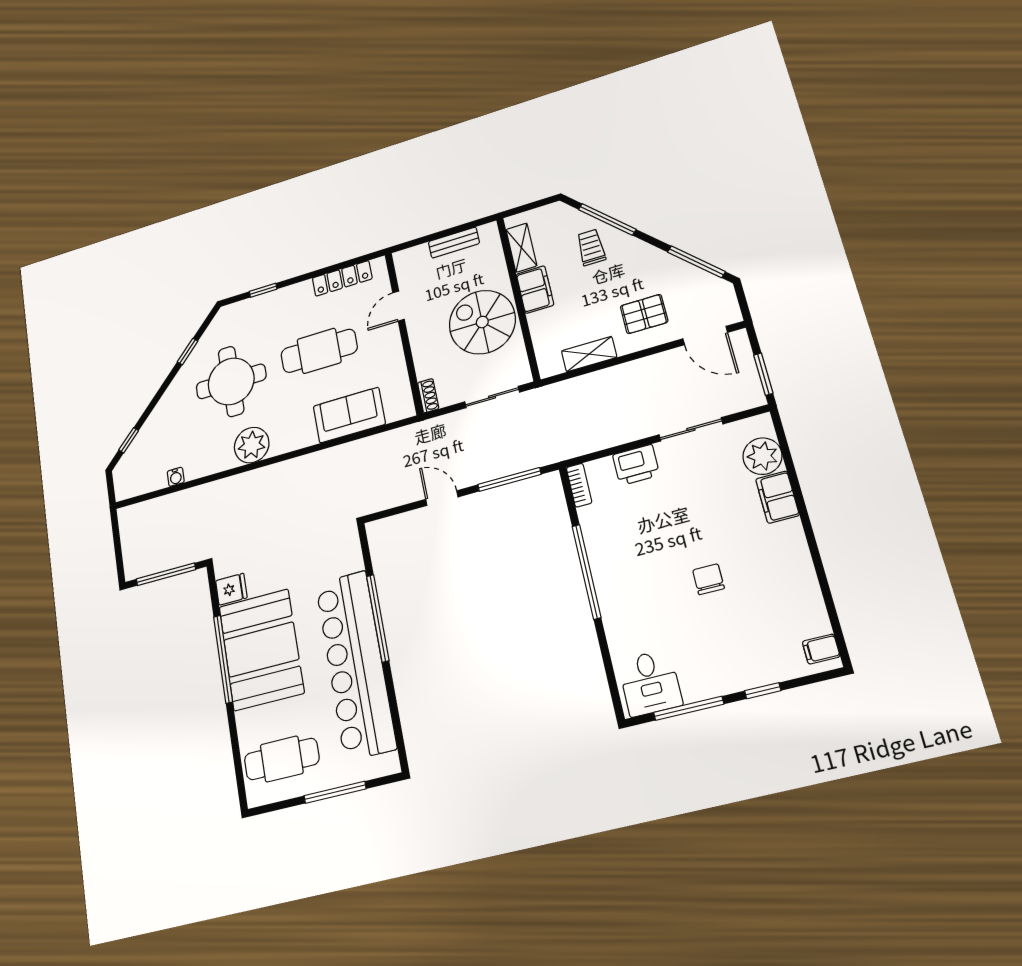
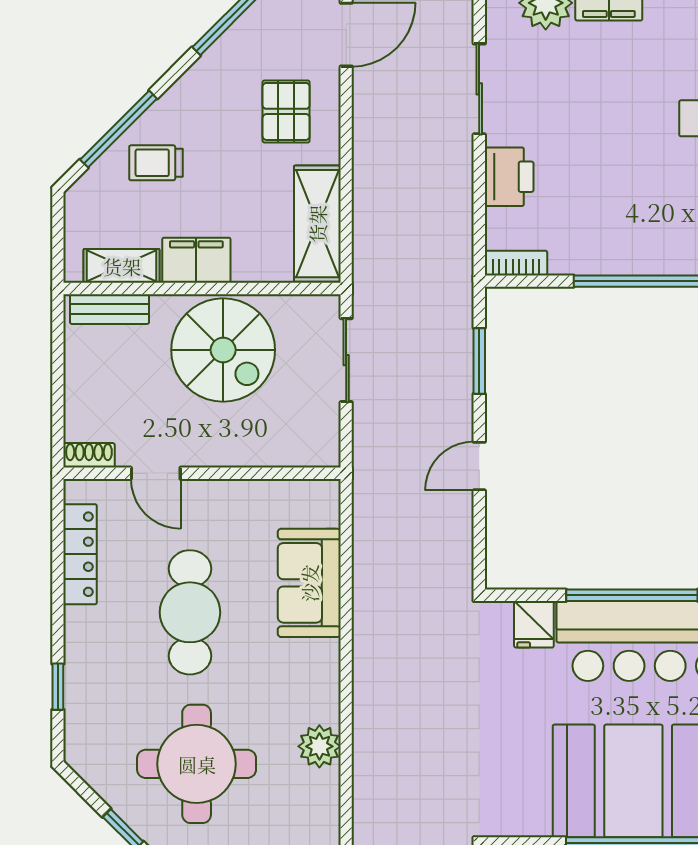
bench: (454, 243) -> (109, 309), moved, turned 90
spiral stairs: (482, 322) -> (223, 350), turned -90
shelving: (589, 354) -> (317, 224), width x1.50, depth x1.33
shoe rack: (428, 396) -> (89, 455), moved
plant: (252, 445) -> (319, 746), width x0.73, depth x0.73
window: (509, 479) -> (479, 361), width x0.69
fridge: (231, 589) -> (534, 624), moved, turned 180

